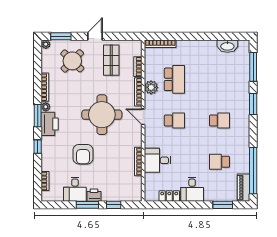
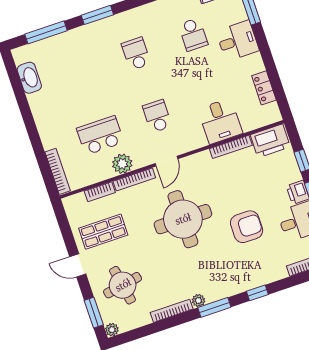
round table: (72, 61) -> (123, 285), turned 36
printer: (50, 124) -> (270, 141), moved, turned 180
desk: (192, 189) -> (237, 41), moved

